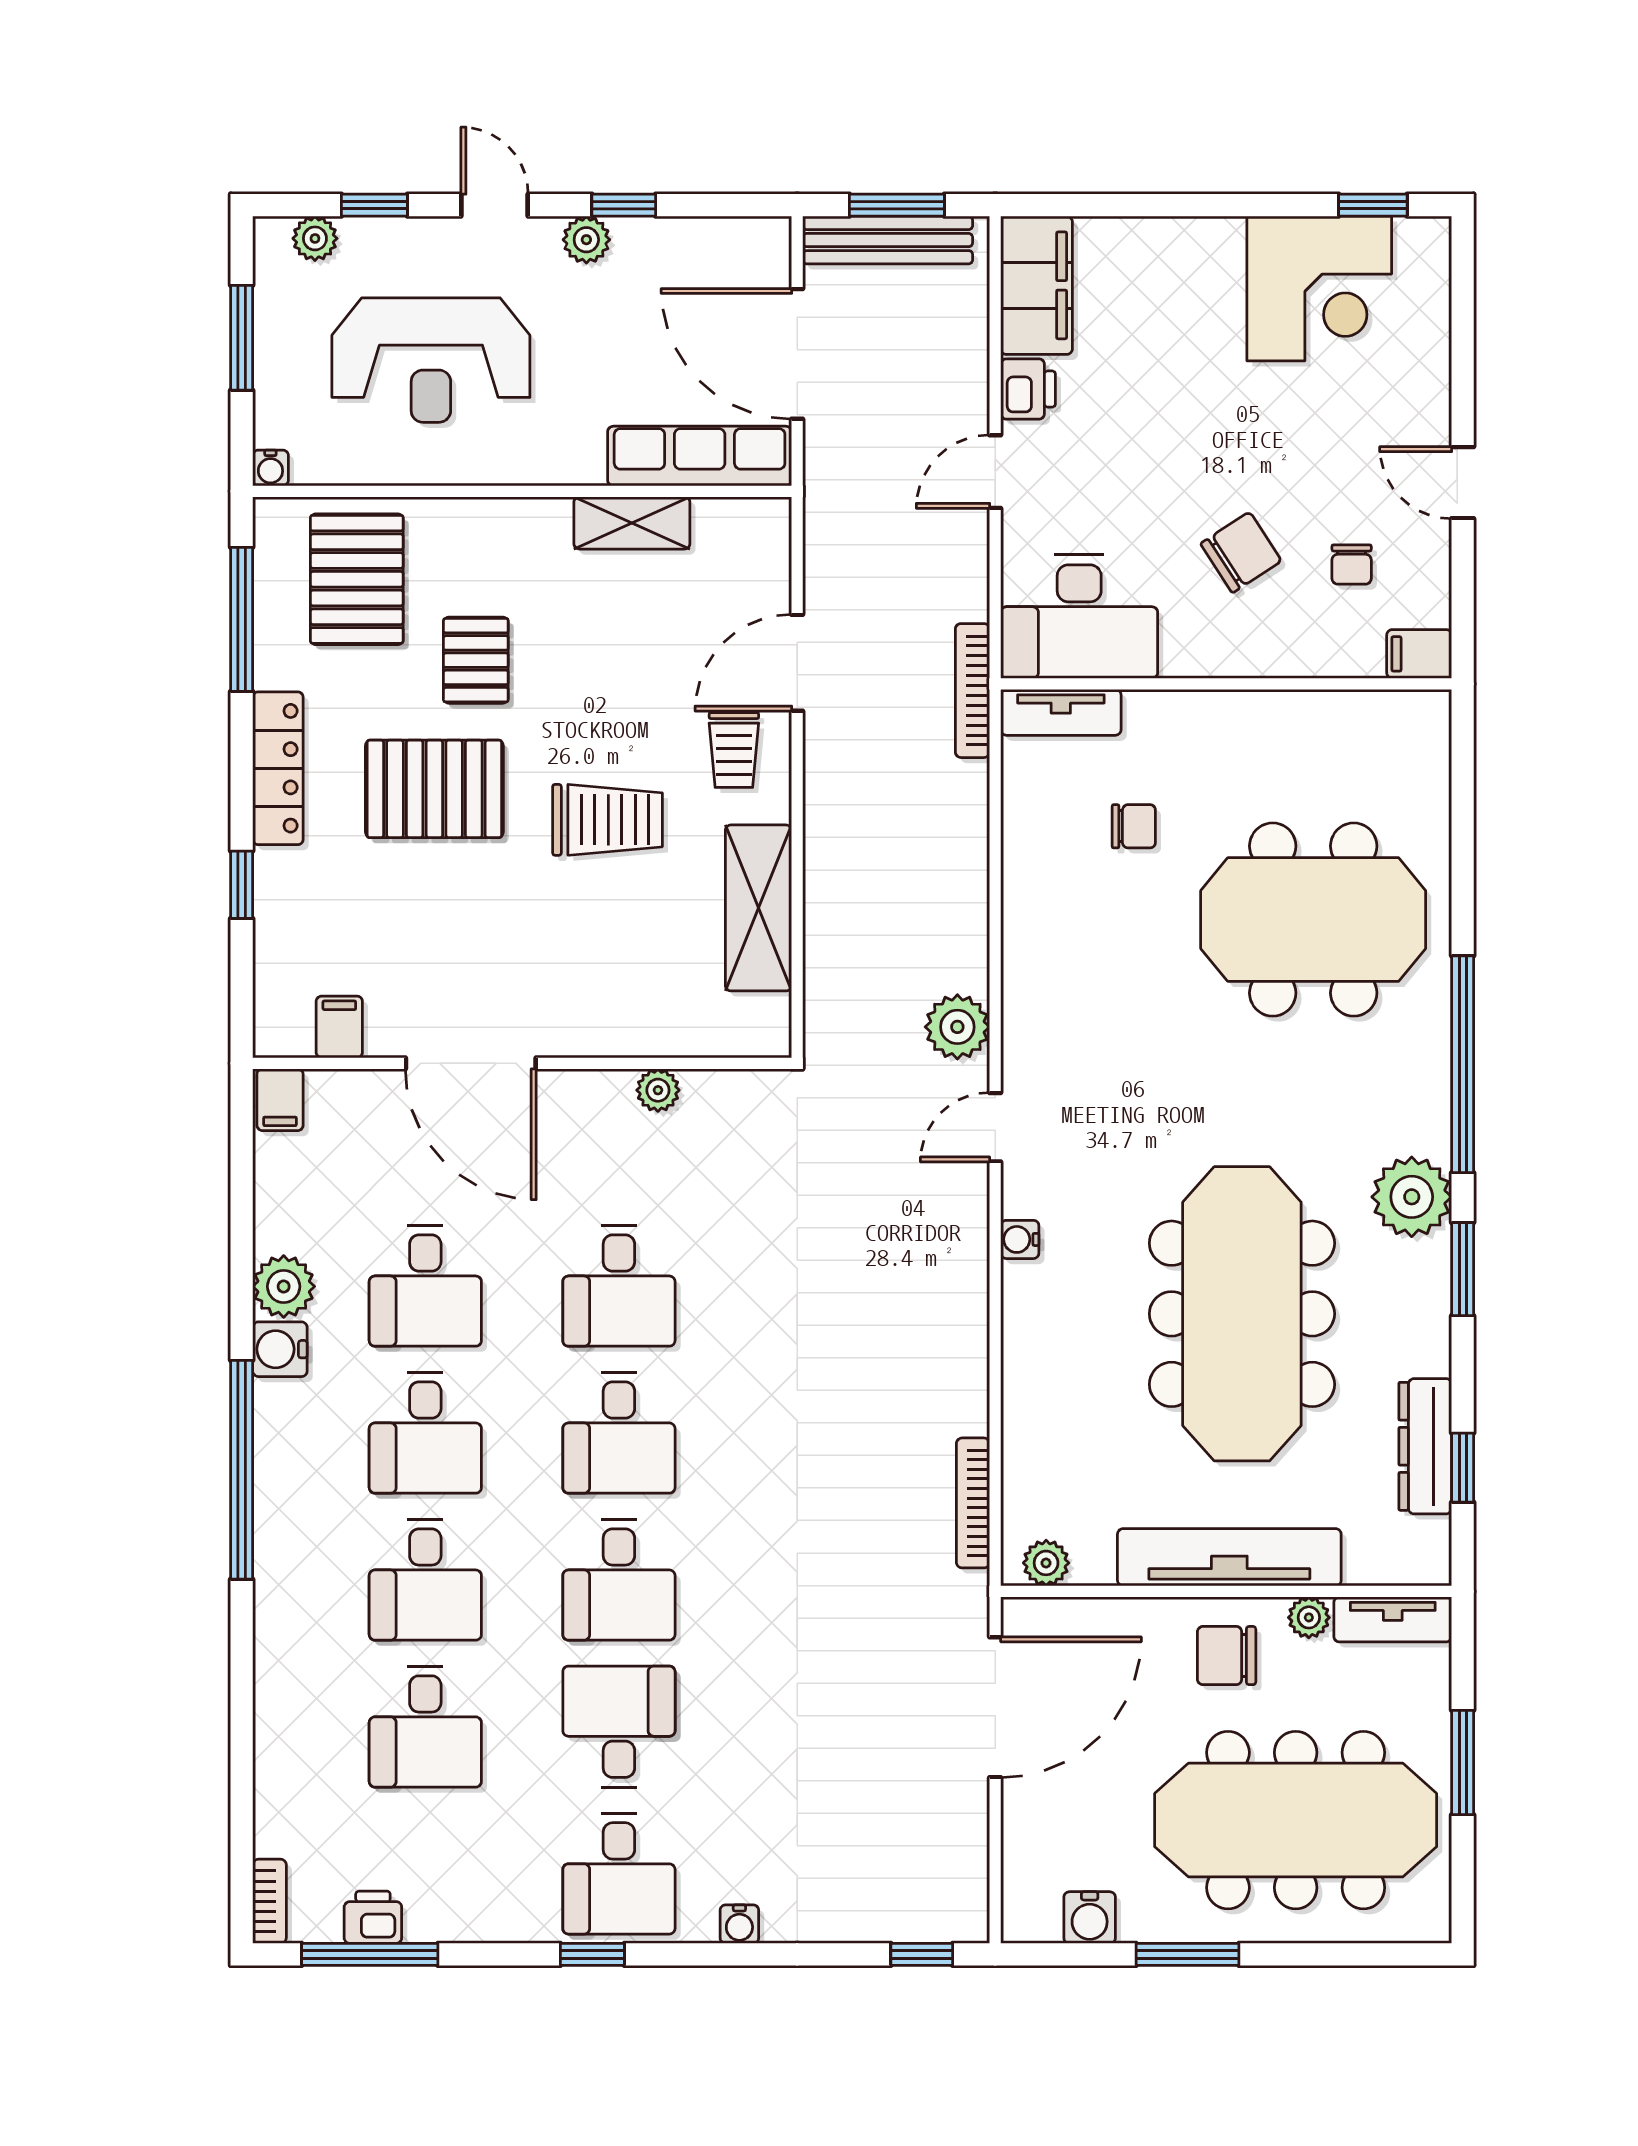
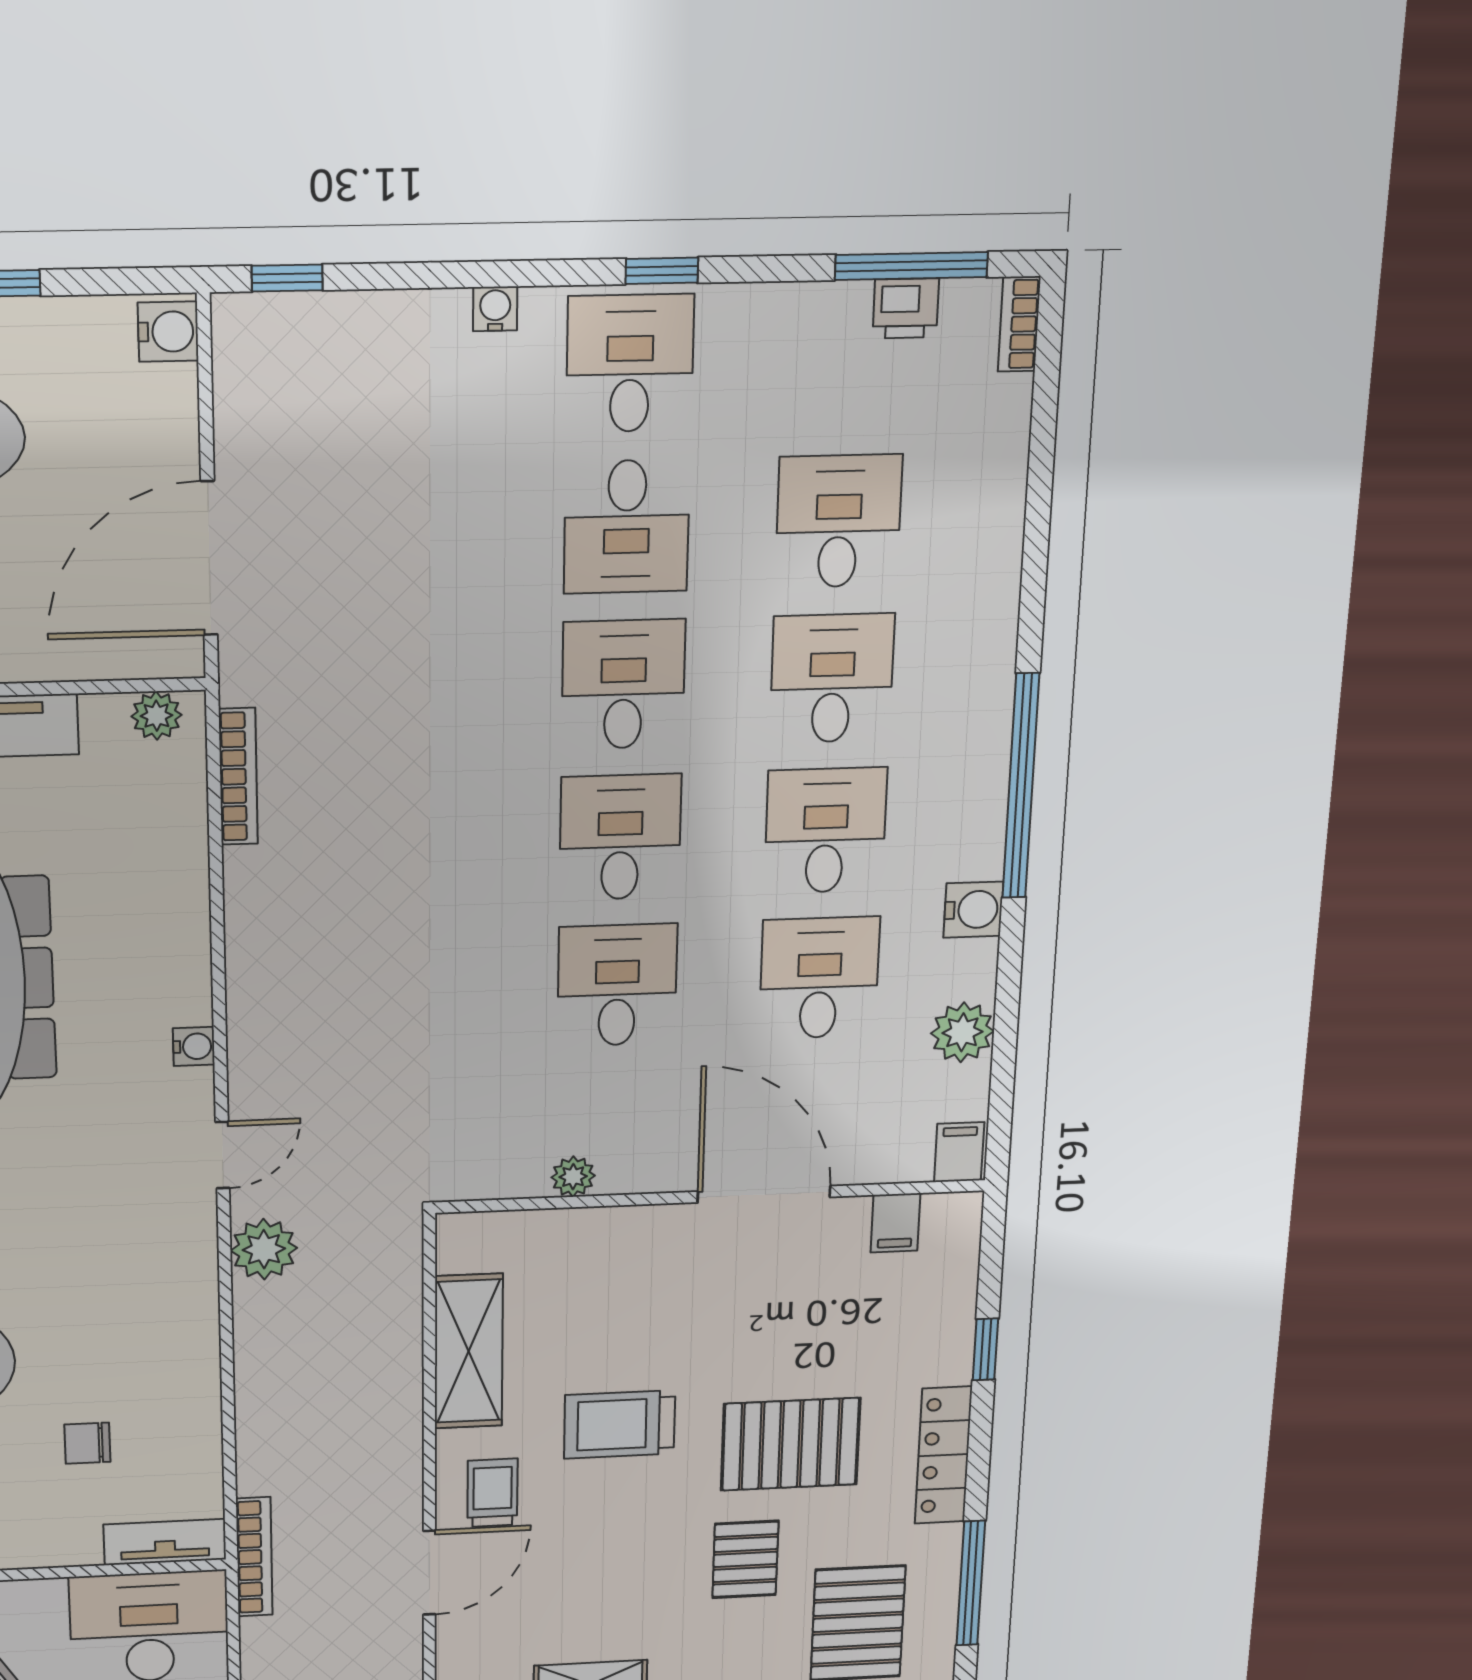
plant: (284, 1286) -> (962, 1032), moved
water cooler: (1090, 1918) -> (168, 332), moved, turned 90

